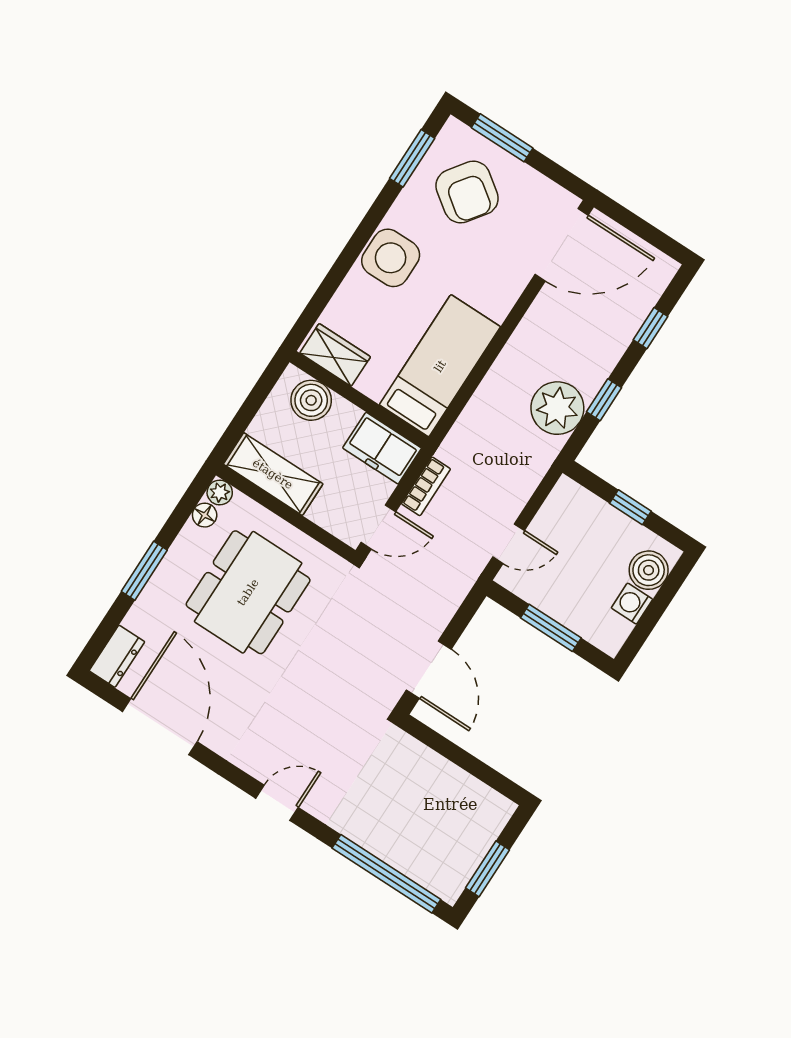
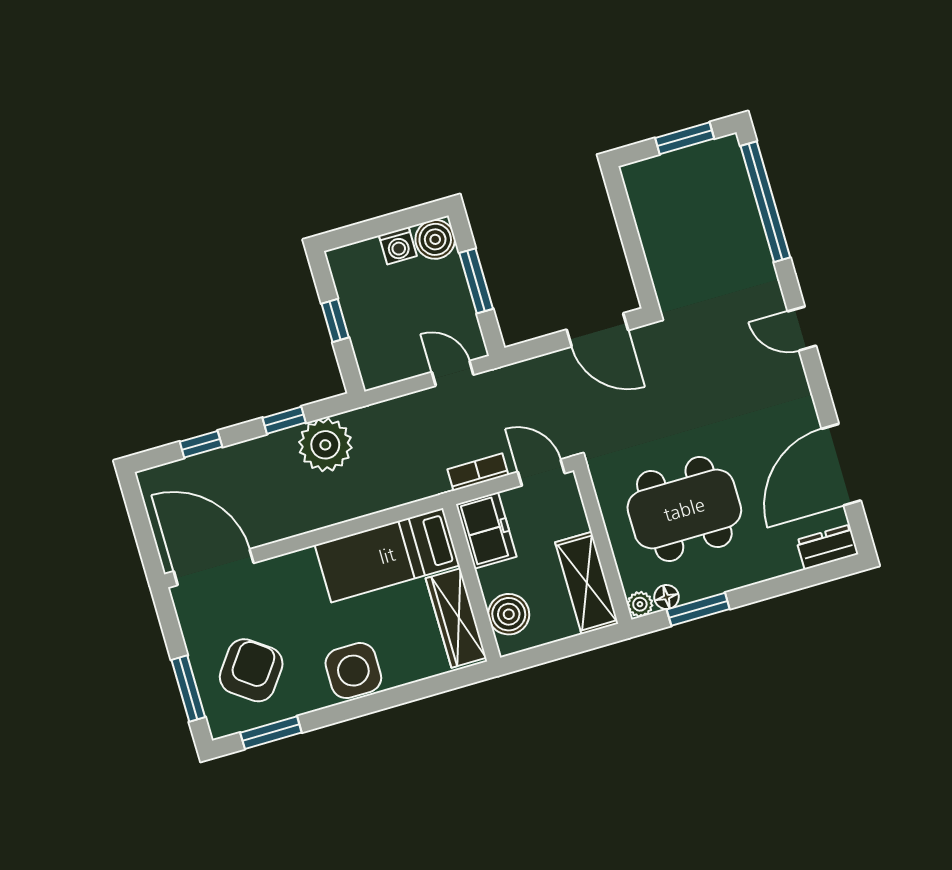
wardrobe: (335, 355) -> (456, 618), width x1.50
boiler: (649, 570) -> (435, 239), moved
window: (144, 571) -> (698, 609), moved
door: (429, 670) -> (597, 330), swing flipped

